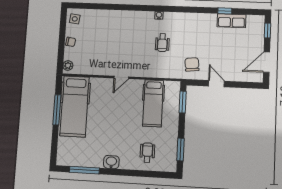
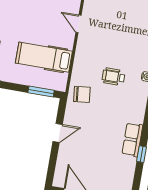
row of seats: (231, 21) -> (132, 140), moved
chair: (192, 64) -> (82, 94), moved

